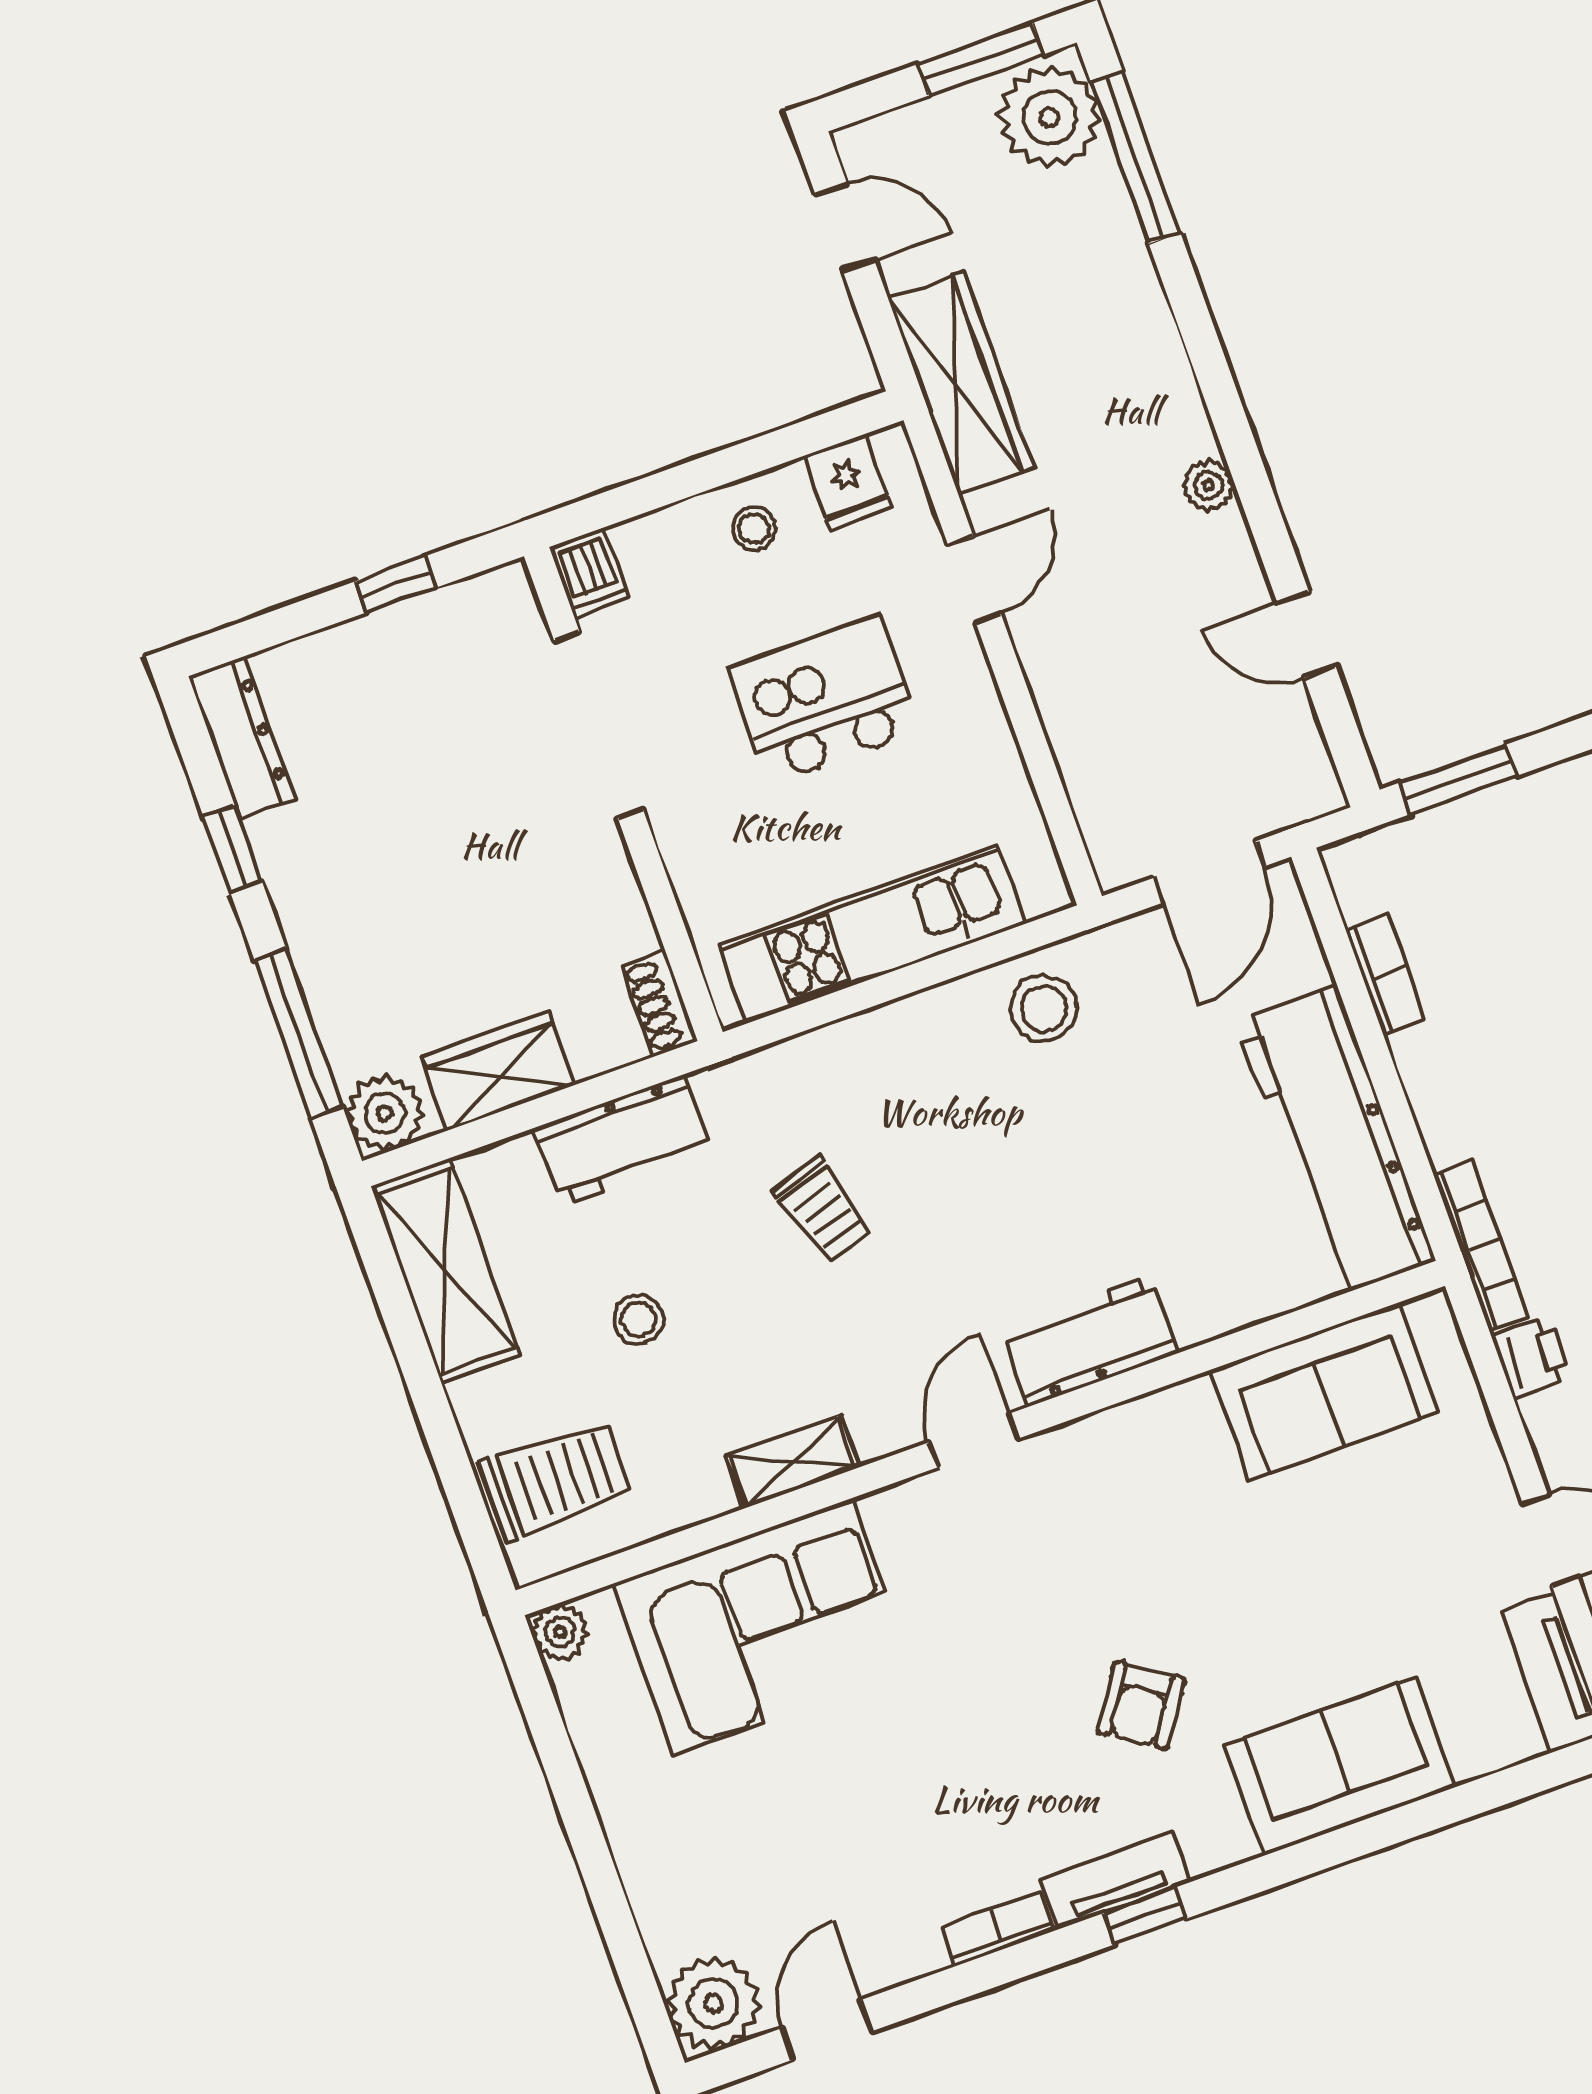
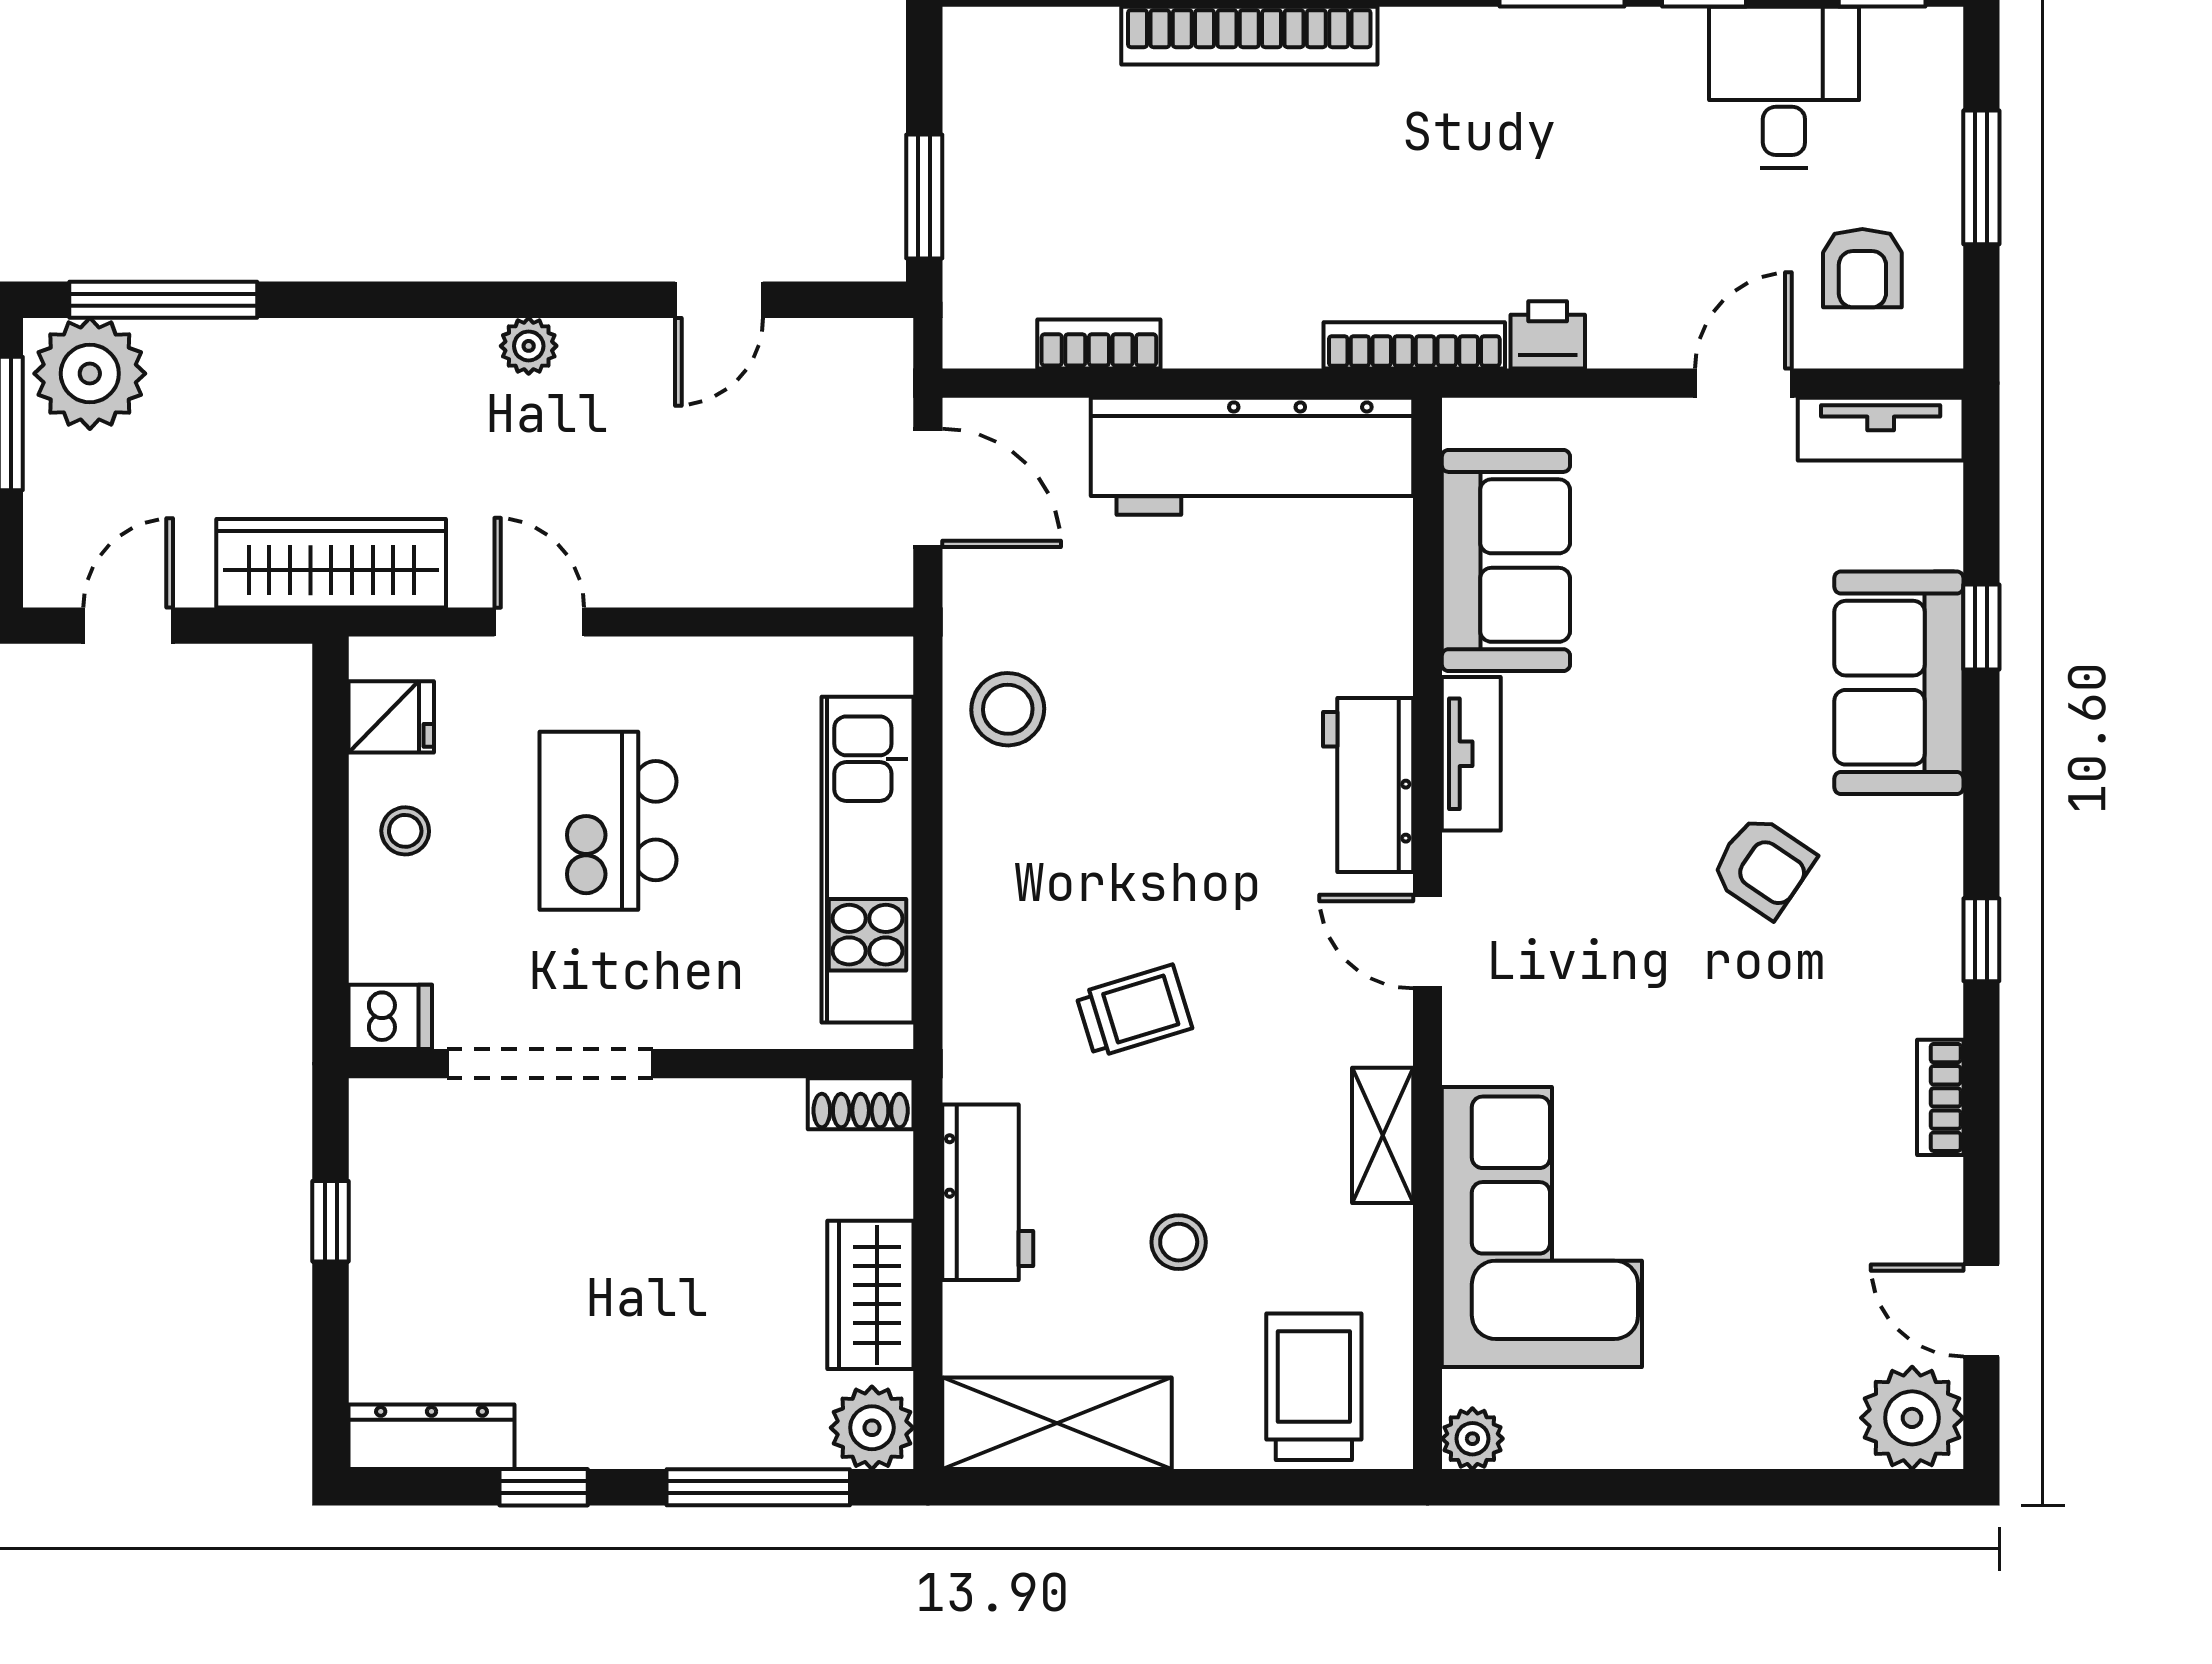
window: (1414, 1820) -> (1981, 627), added
tv unit: (1116, 1880) -> (1471, 754), moved, turned 180

